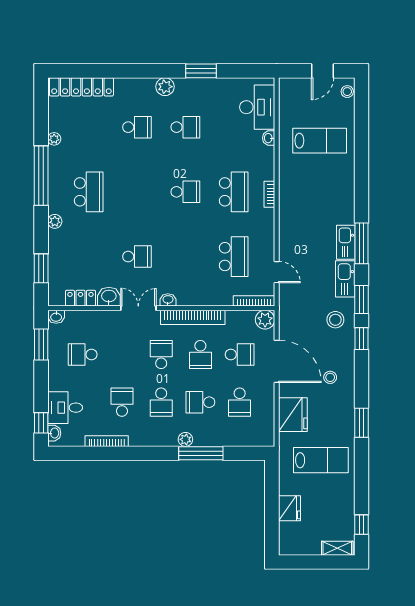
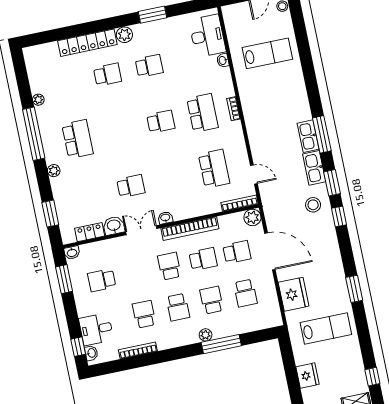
locker: (81, 87) -> (87, 43), moved
school desk: (200, 355) -> (203, 259), turned -90
stool: (330, 377) -> (319, 255), removed
school desk: (200, 402) -> (212, 300), turned 90

